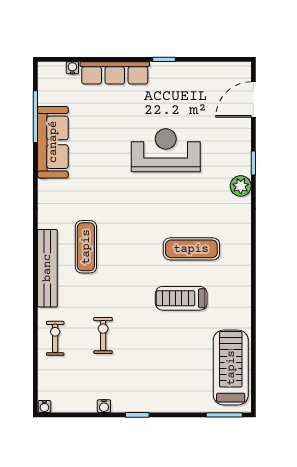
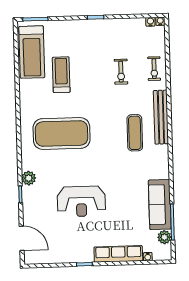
plant: (48, 95) -> (164, 237), added
door: (253, 100) -> (22, 238), hinge flipped
exercise mat: (191, 249) -> (62, 133), width x2.00, depth x1.45
treadmill: (181, 298) -> (61, 75), moved, turned -90
water cooler: (104, 406) -> (150, 22), moved

